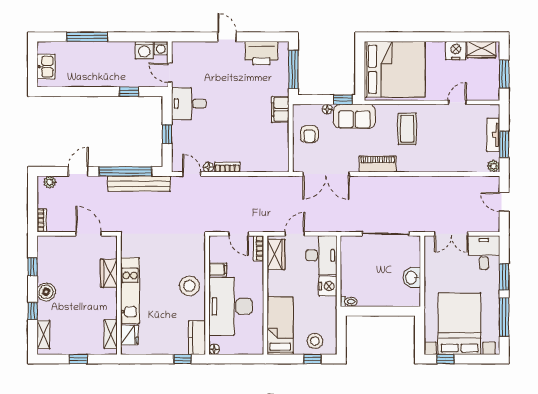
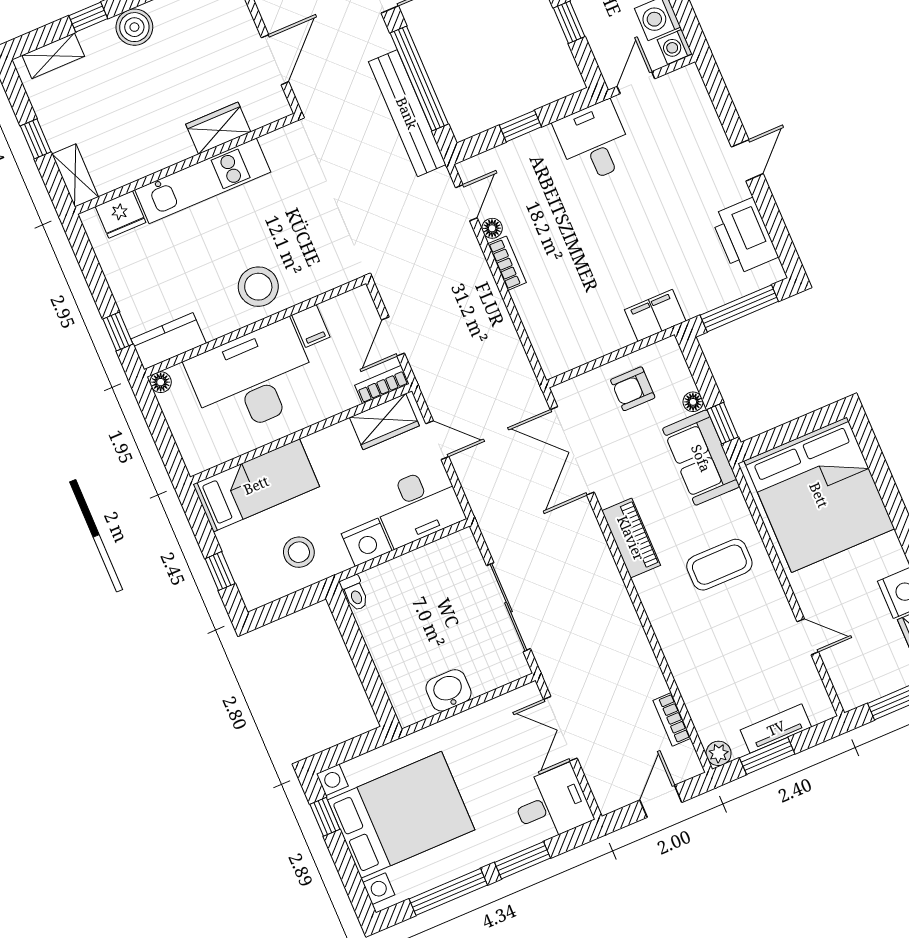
bookcase: (469, 181) -> (672, 719), added
shelving: (111, 334) -> (75, 176), moved, turned 90
stool: (315, 341) -> (299, 552), moved

